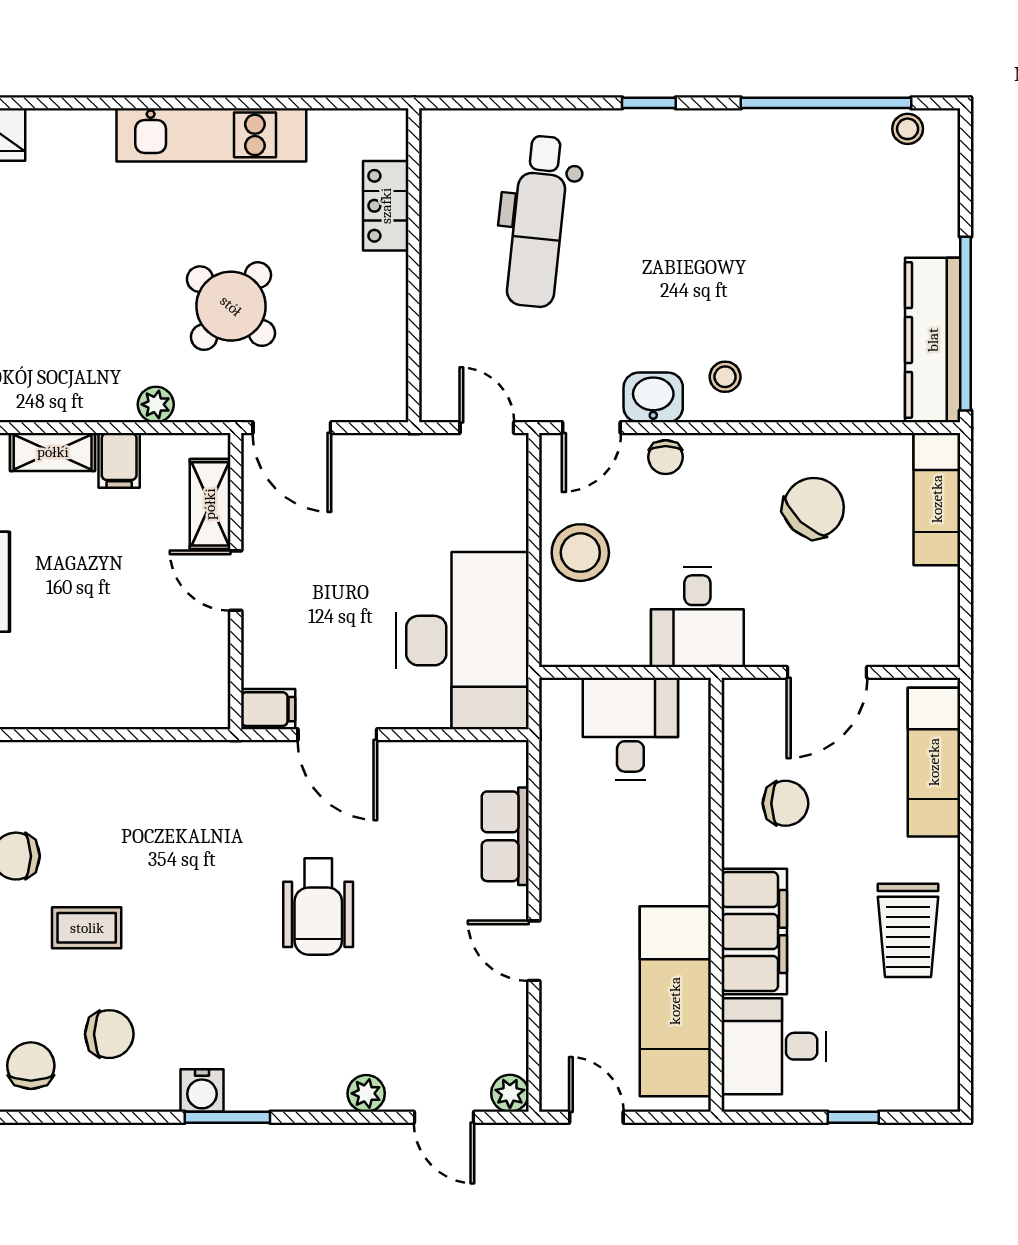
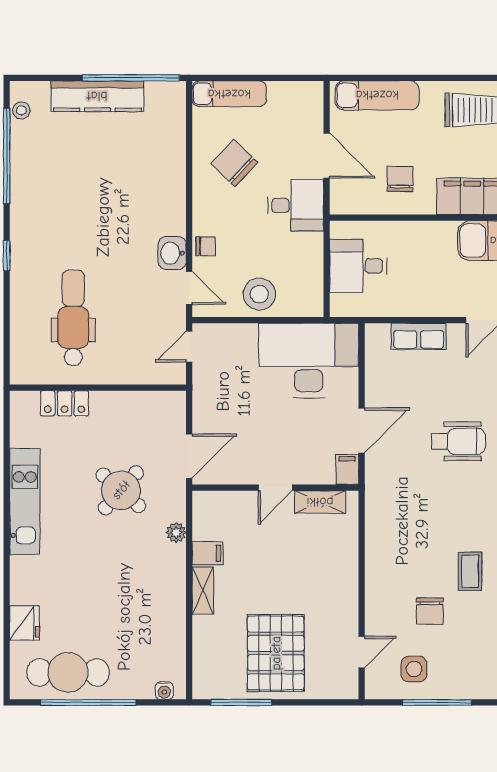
dental chair: (538, 221) -> (73, 318), turned -96
kitchen counter: (933, 340) -> (97, 96), moved
stool: (725, 377) -> (161, 213), removed
shelving: (210, 504) -> (320, 502), moved
desk: (697, 617) -> (296, 205), moved

